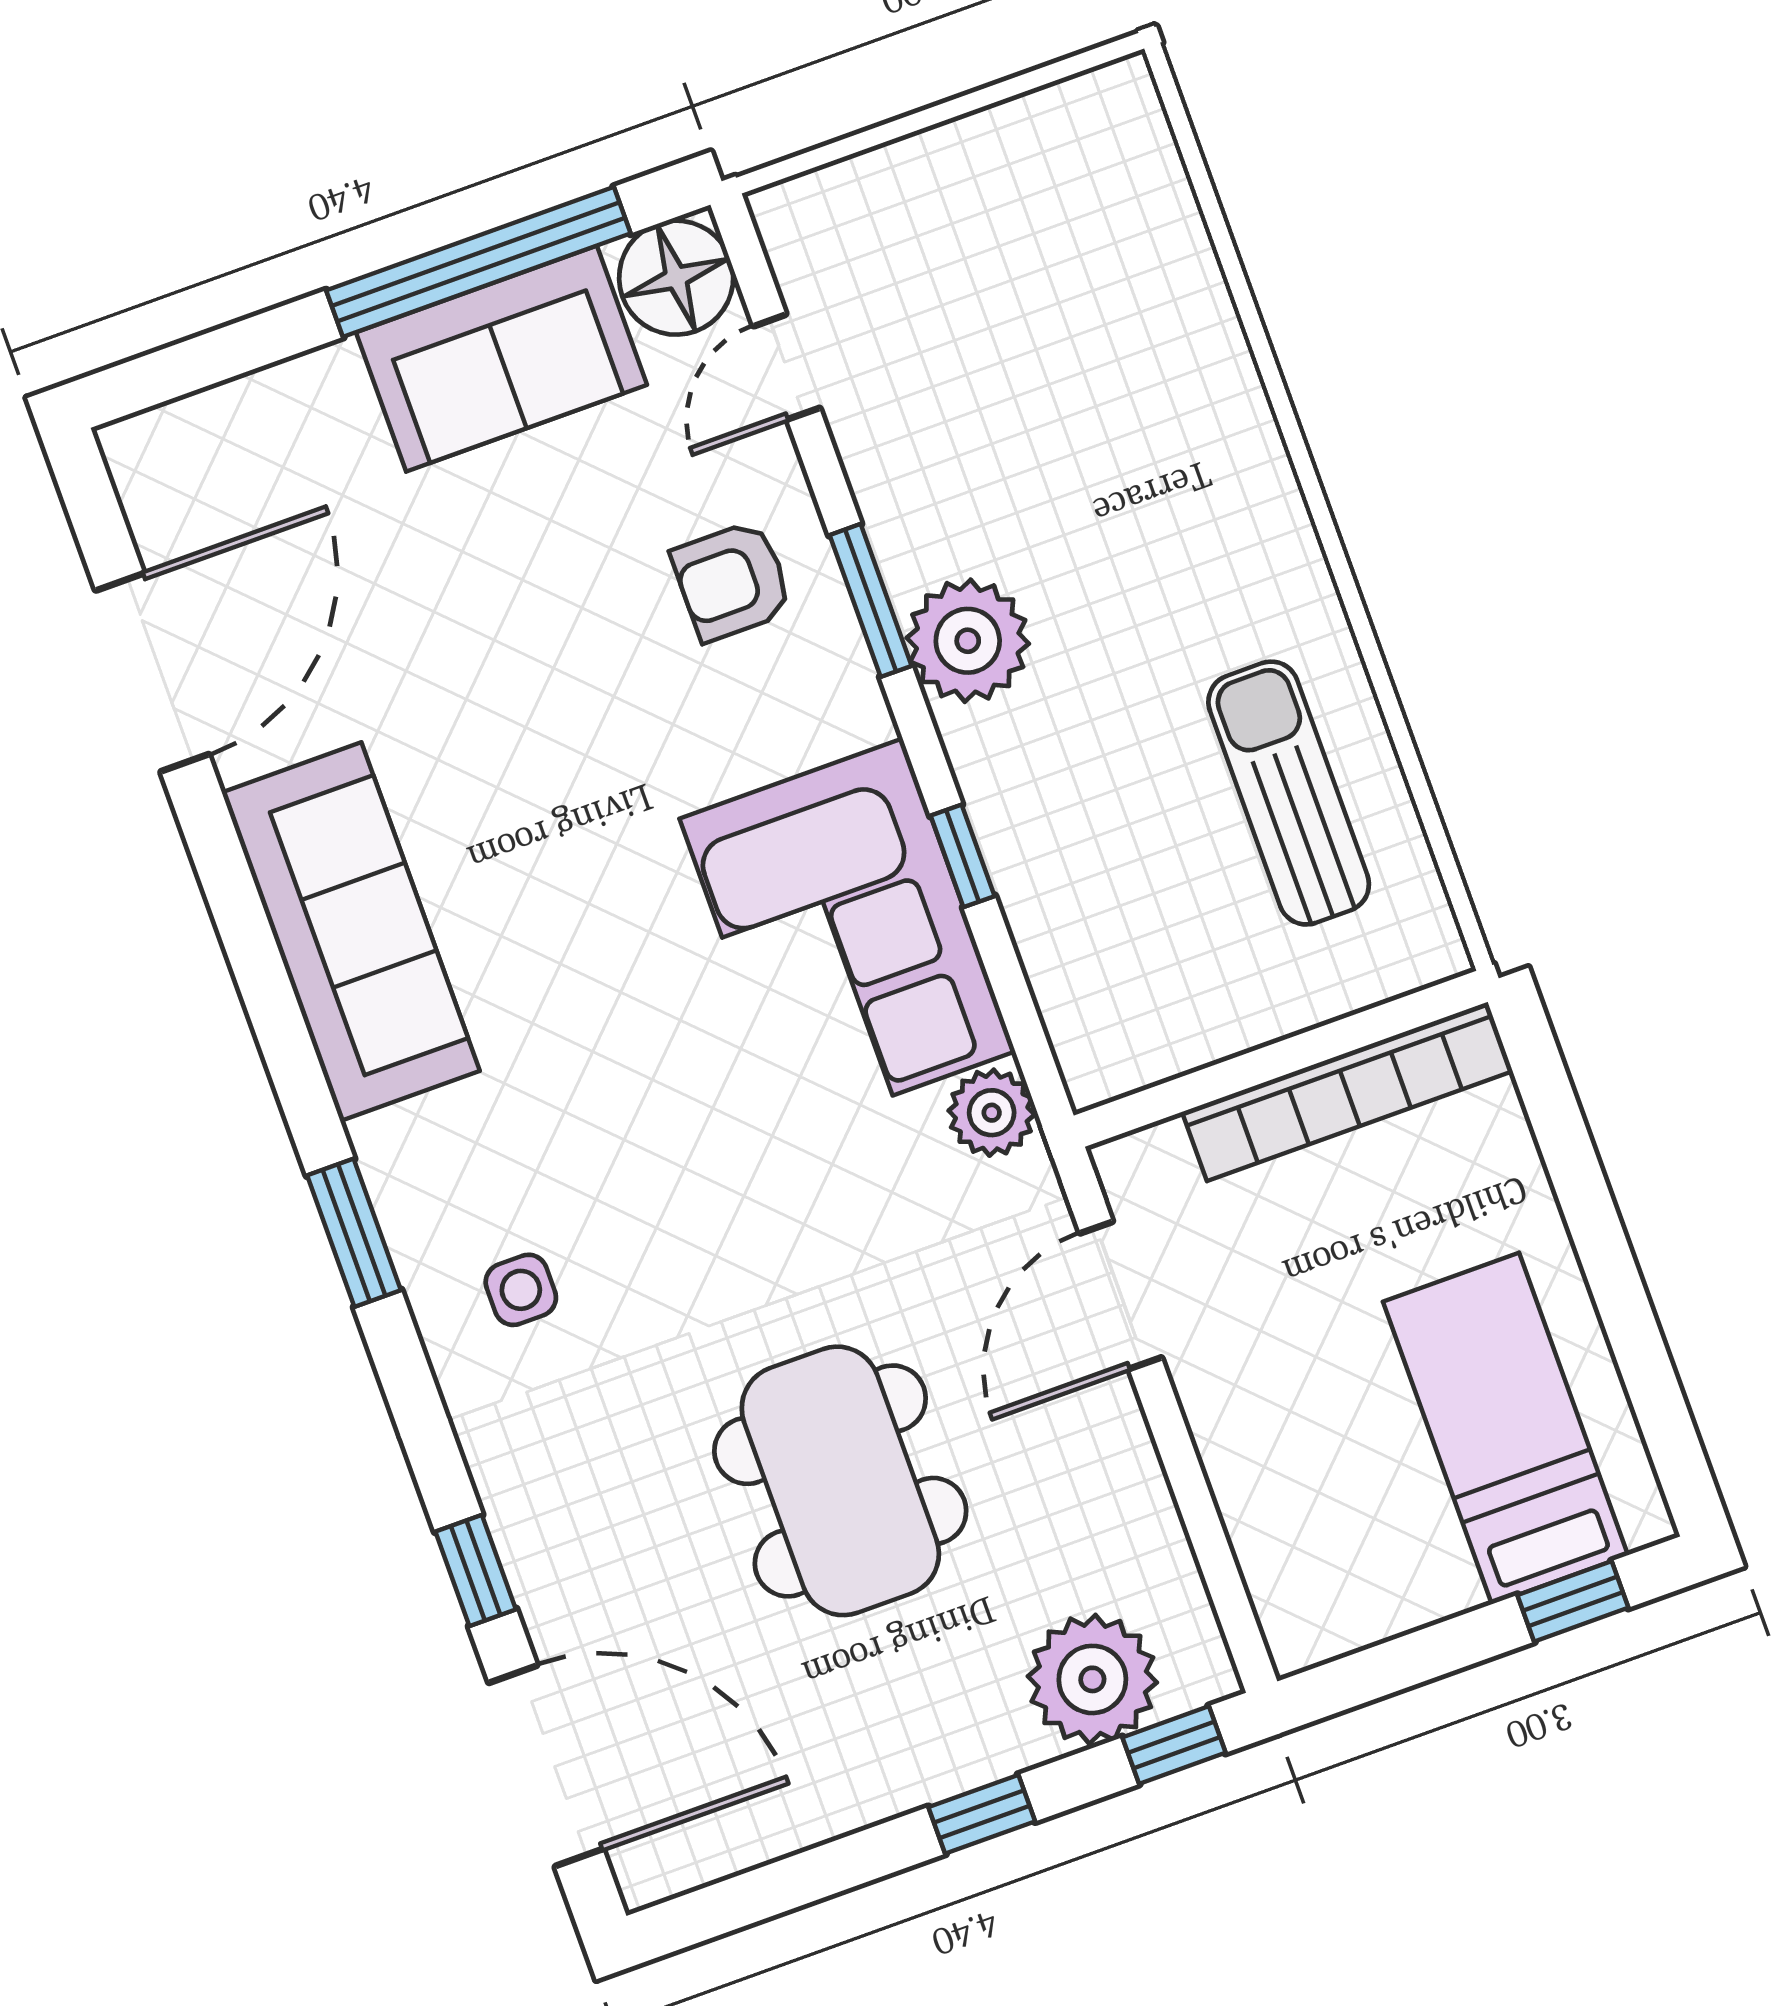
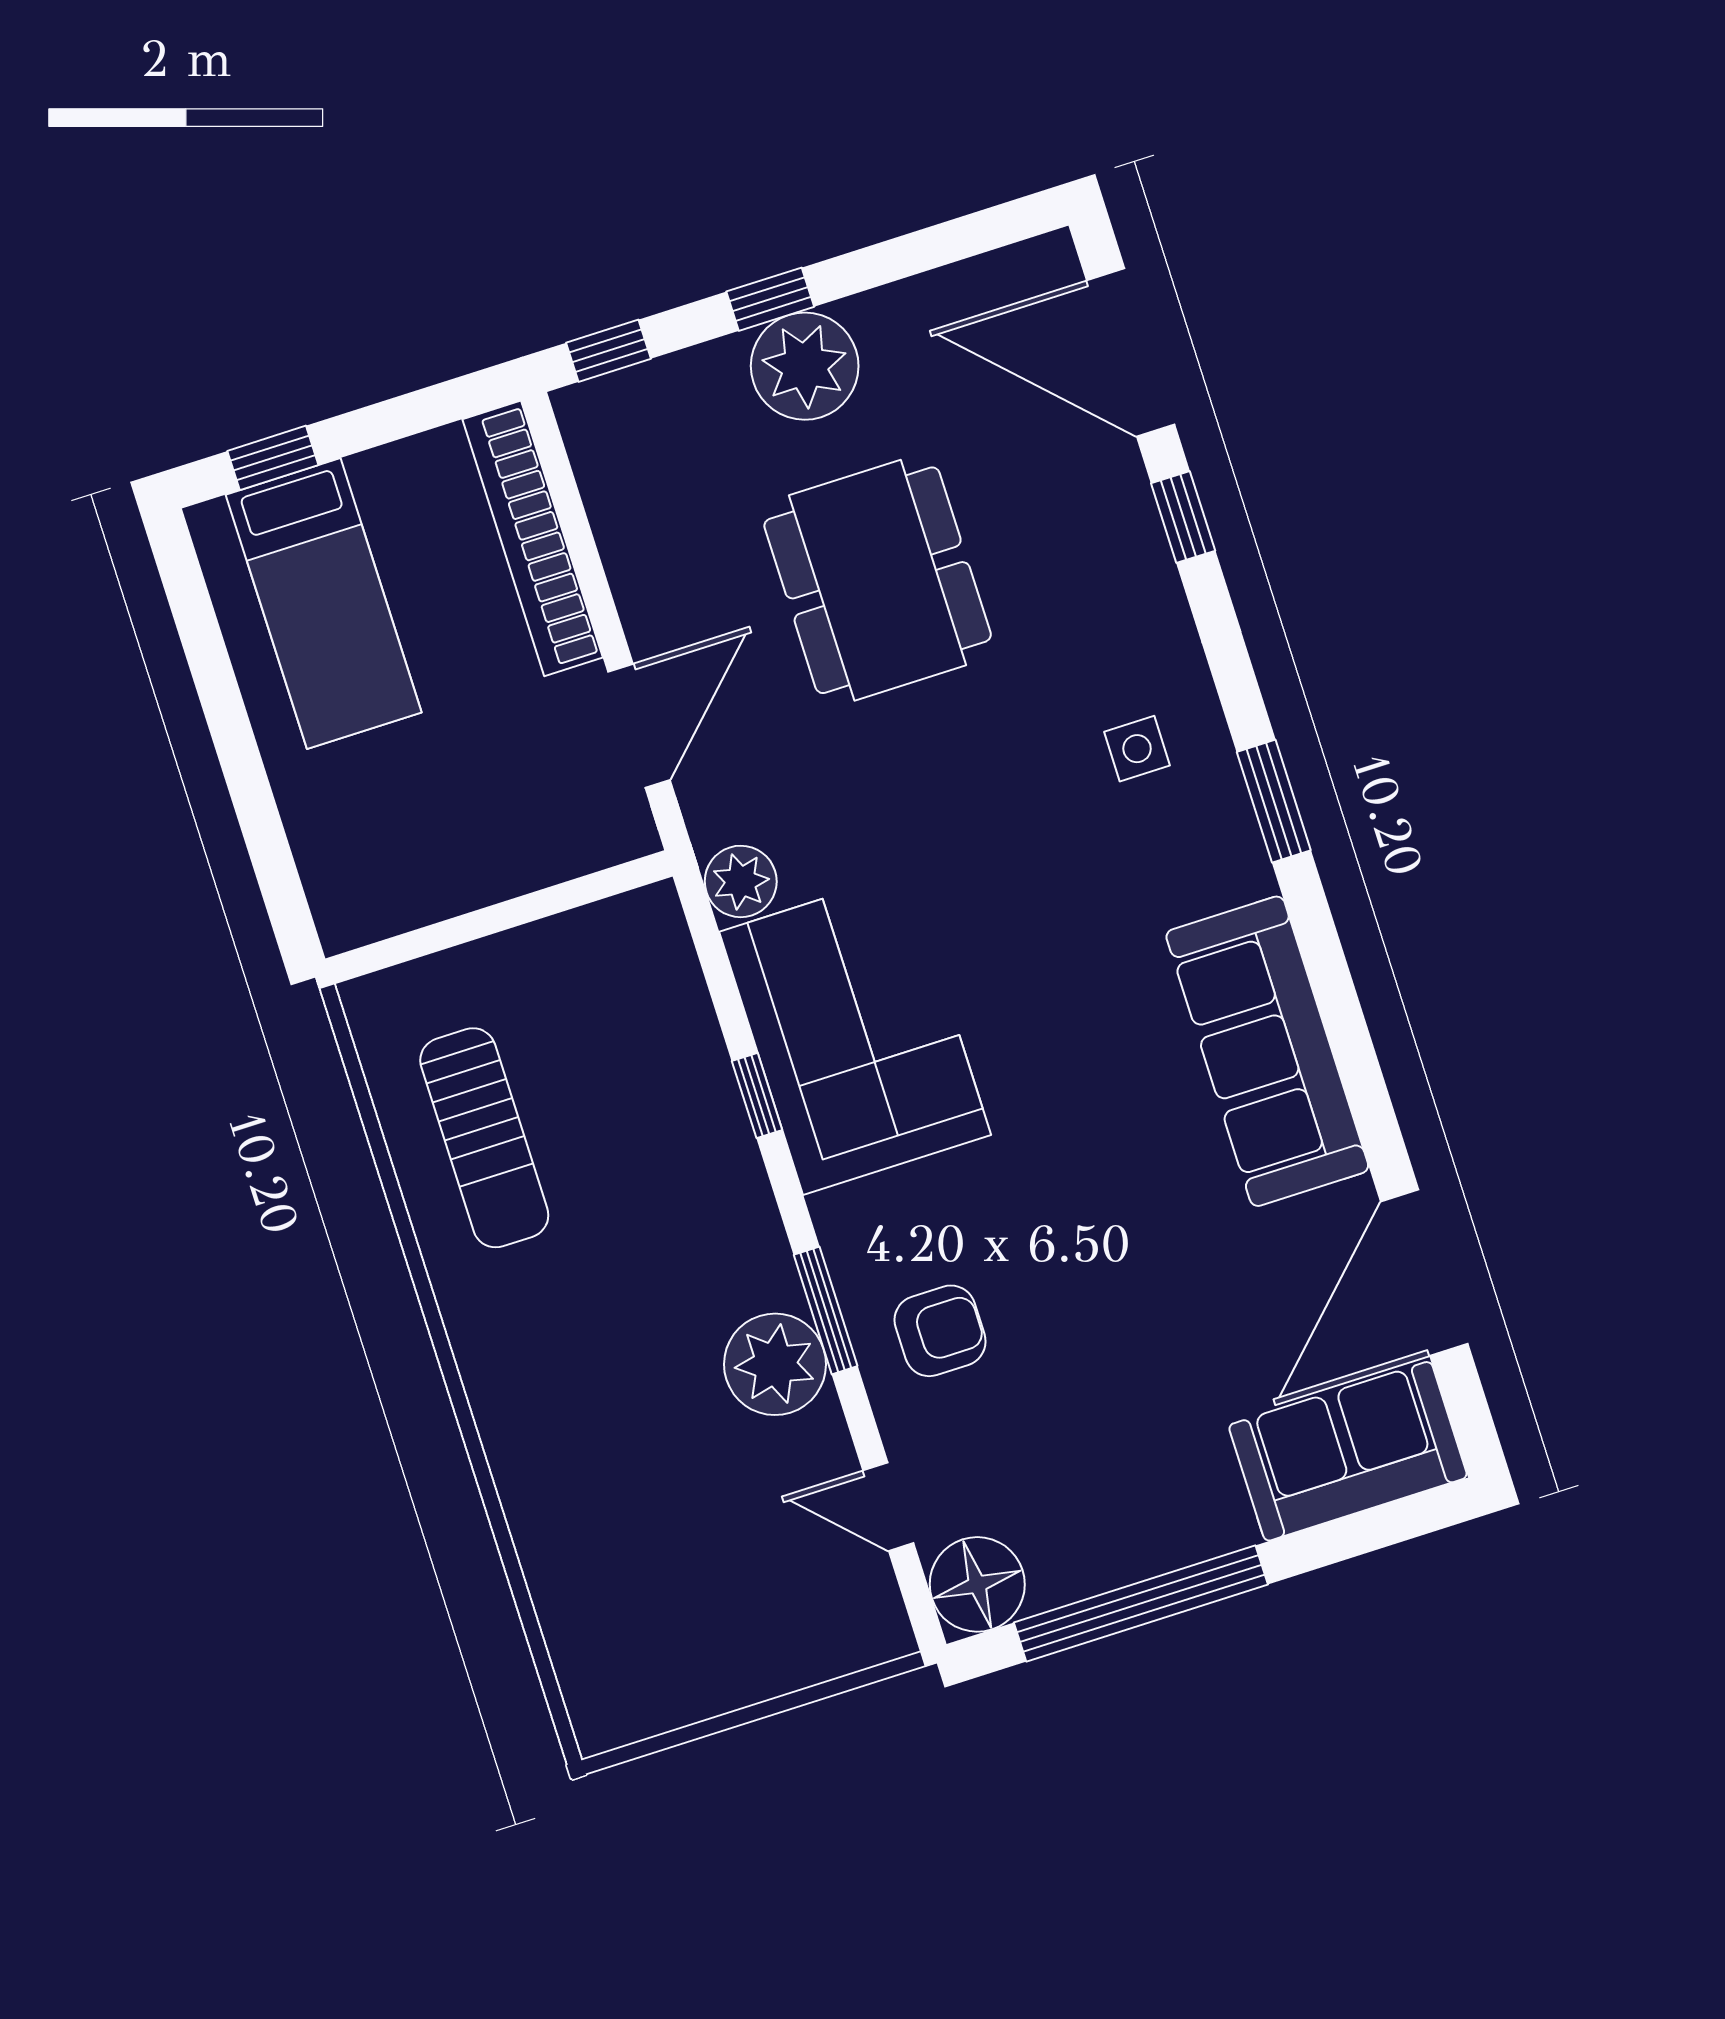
sofa: (502, 359) -> (1348, 1451), moved
door: (787, 367) -> (888, 1507), swing flipped
plant: (968, 641) -> (775, 1364), moved
bookcase: (1347, 1091) -> (533, 538), moved, turned -90
plant: (1092, 1679) -> (805, 366), moved

